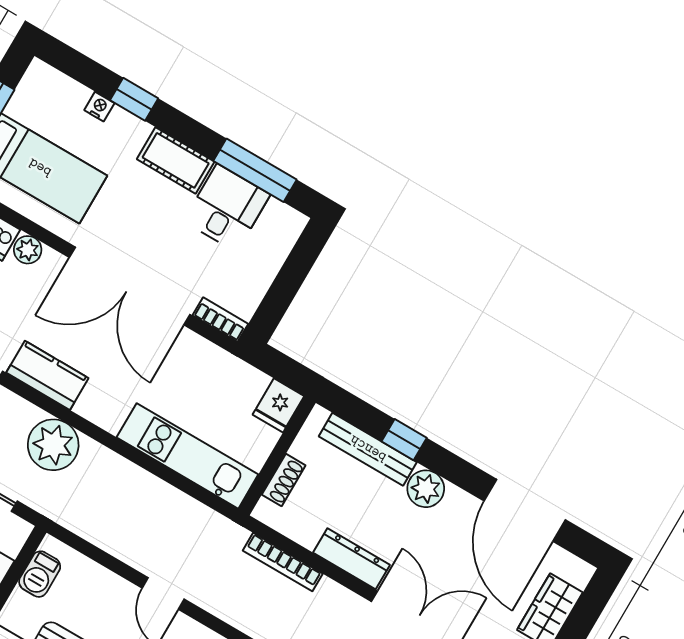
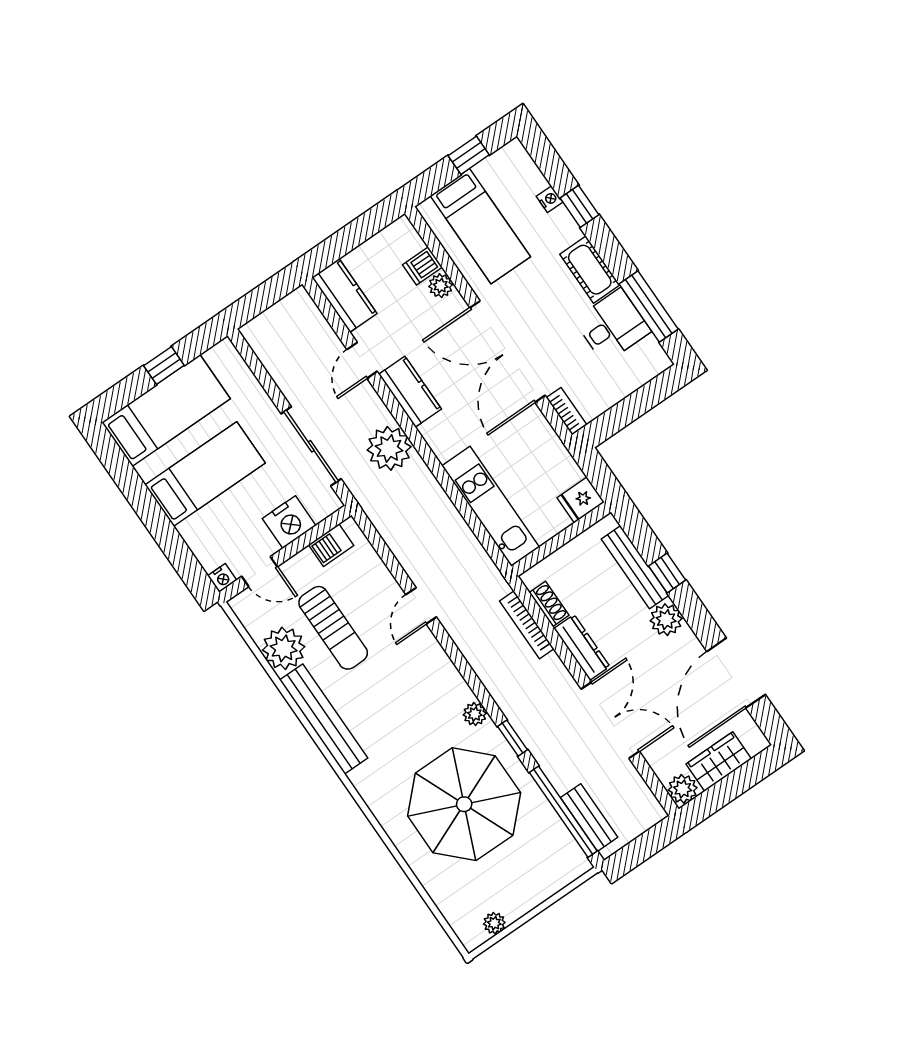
shoe rack: (284, 480) -> (549, 604), moved, turned -90

